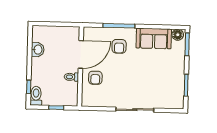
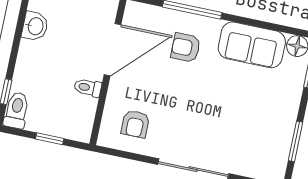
armchair: (119, 46) -> (186, 48), turned 90
armchair: (95, 78) -> (135, 124), moved

